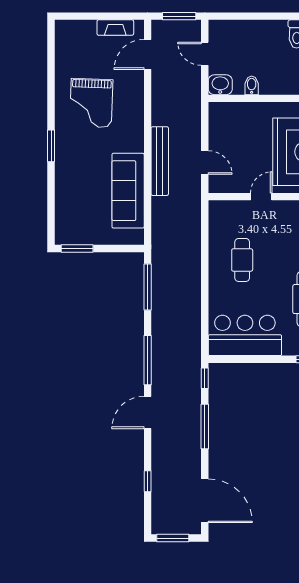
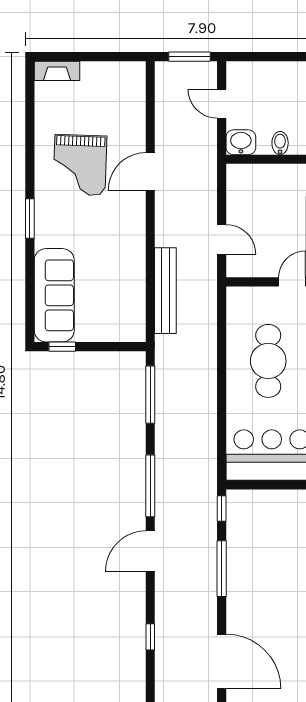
fireplace: (115, 28) -> (57, 71), moved
door: (148, 54) -> (150, 171), moved
bench: (160, 161) -> (165, 291), moved
sofa: (128, 191) -> (54, 295), moved, turned 180
window: (77, 249) -> (62, 347), width x0.67
cafe table: (242, 260) -> (268, 361), width x1.37, depth x1.35

